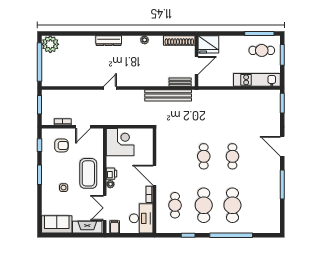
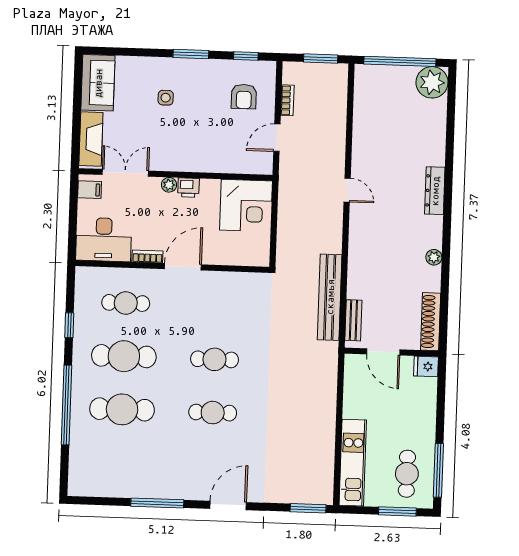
fridge: (208, 44) -> (426, 366), width x0.53, depth x0.75
door: (83, 127) -> (277, 138), hinge flipped
coffee table: (88, 173) -> (190, 144), removed

